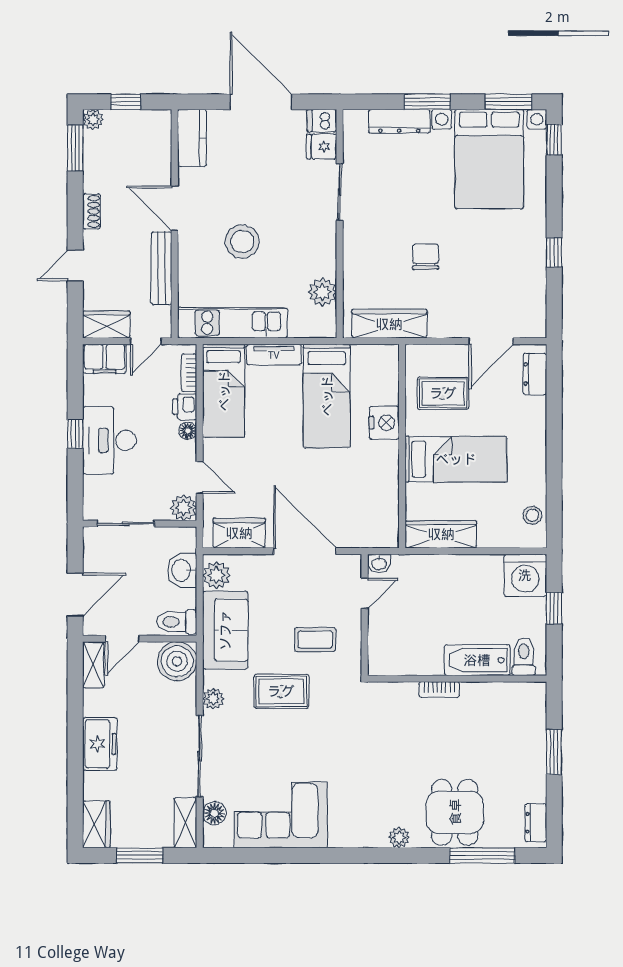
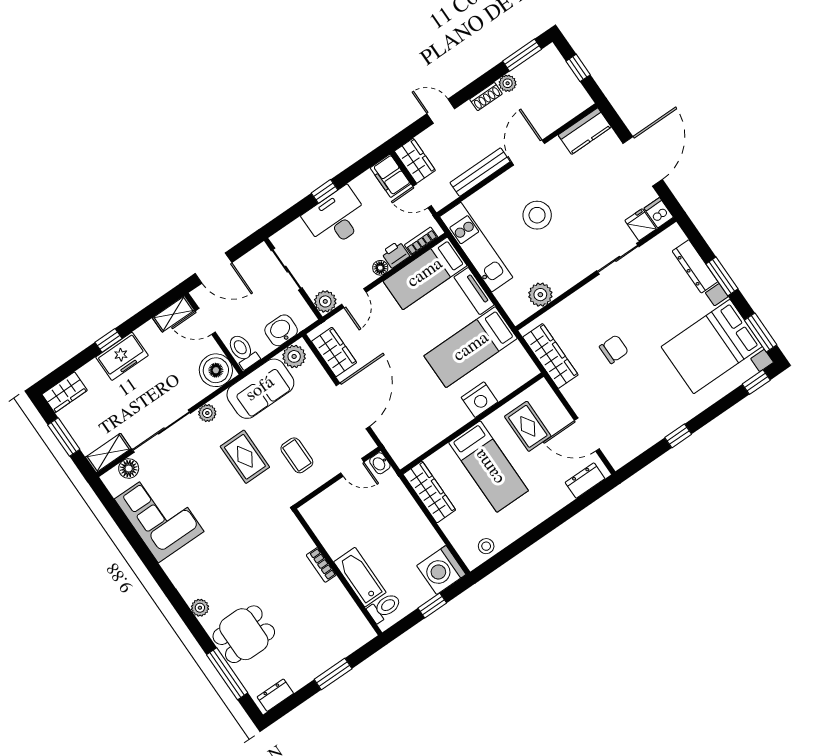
plant: (93, 119) -> (508, 83), moved
window: (75, 746) -> (109, 340), added

